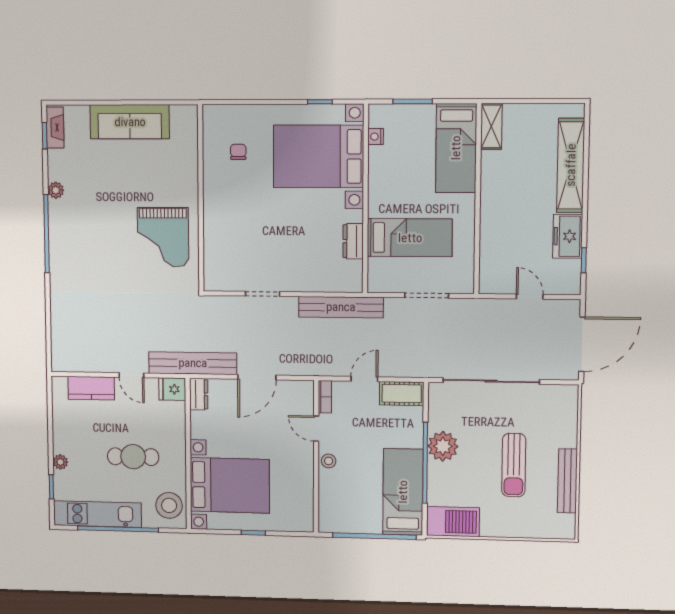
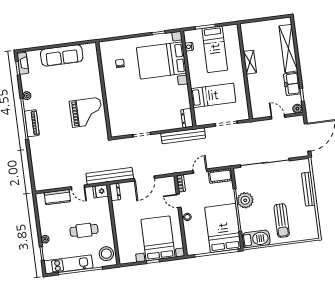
shelving: (491, 126) -> (250, 62), moved
bed: (456, 148) -> (215, 49), moved
grand piano: (163, 237) -> (86, 112), turned -90
dresser: (353, 241) -> (187, 118), moved
piano: (60, 244) -> (32, 123), added
boiler: (570, 286) -> (297, 109), added
sun lounger: (514, 465) -> (282, 221), moved
bench: (567, 481) -> (308, 189), moved
bed with nightstands: (230, 485) -> (158, 238), moved, turned -90
bed: (403, 492) -> (223, 228), width x1.50

